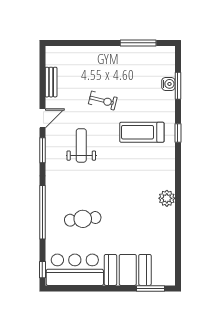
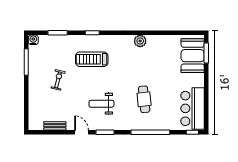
water cooler: (168, 84) -> (33, 40), moved
exercise bike: (103, 101) -> (58, 80), moved
treadmill: (142, 132) -> (92, 59), turned 90
cafe table: (83, 219) -> (144, 99), moved
booth: (128, 270) -> (193, 56), moved

